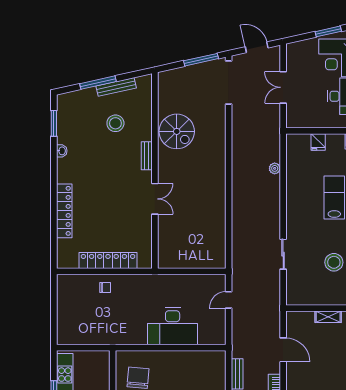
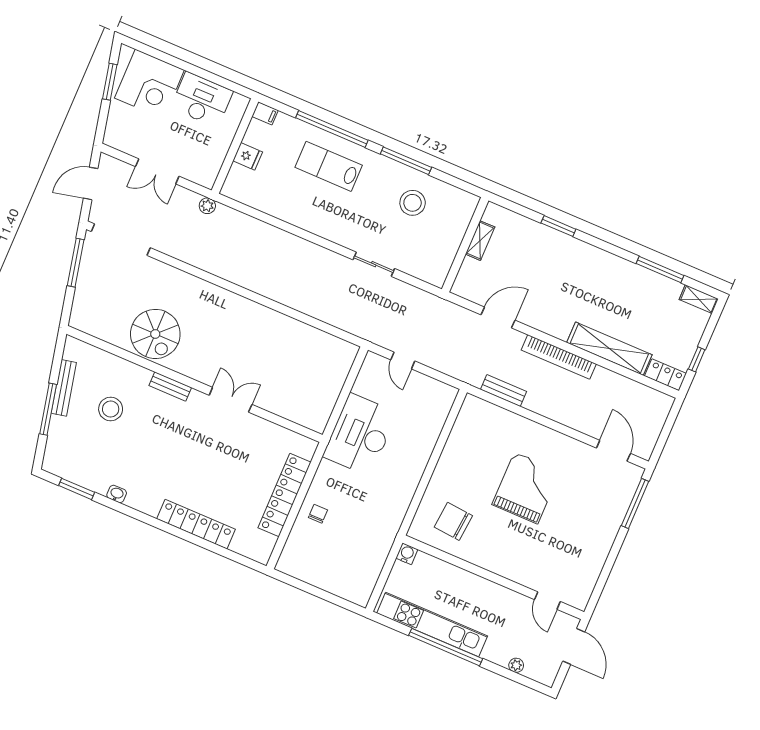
spiral stairs: (177, 131) -> (155, 334), turned 90
plant: (275, 168) -> (207, 206), moved
desk: (173, 326) -> (360, 435), moved, turned 180
water cooler: (104, 356) -> (407, 554), added

